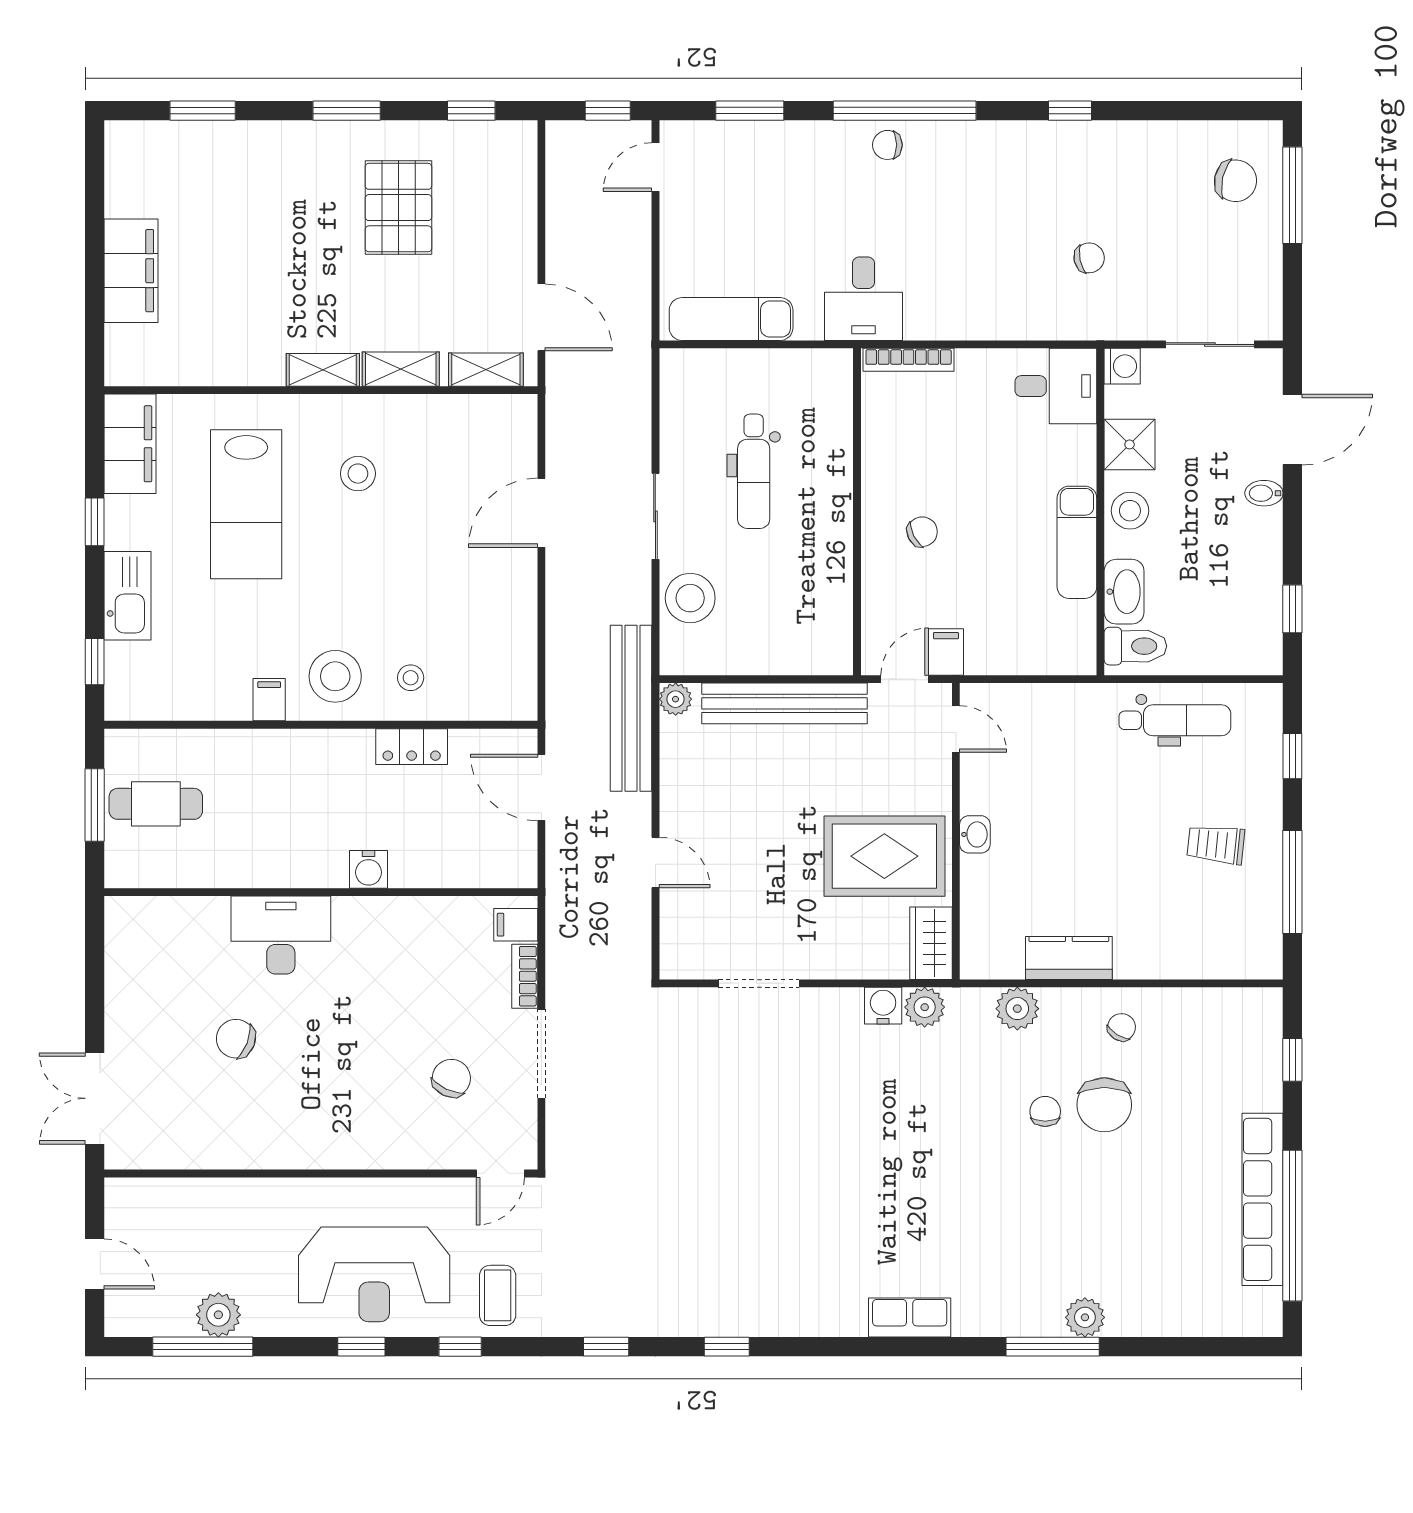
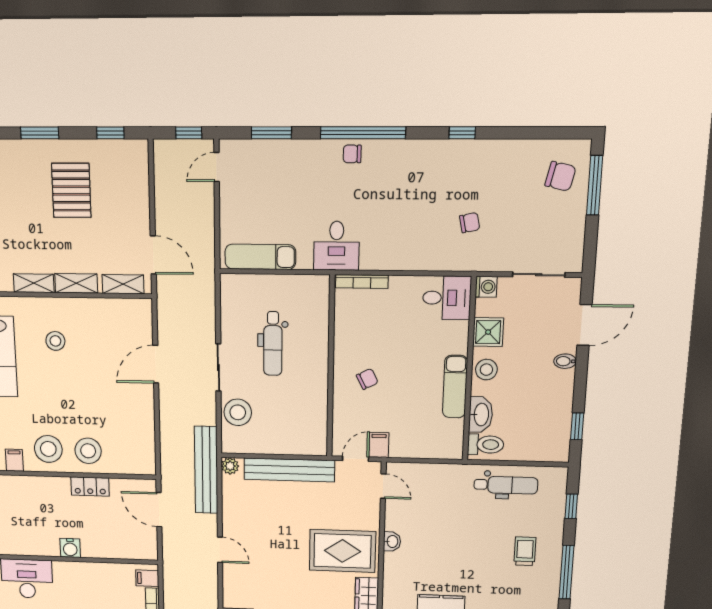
stool: (411, 678) -> (88, 451), width x1.89, depth x1.89
trolley: (1216, 844) -> (525, 551), turned 84

